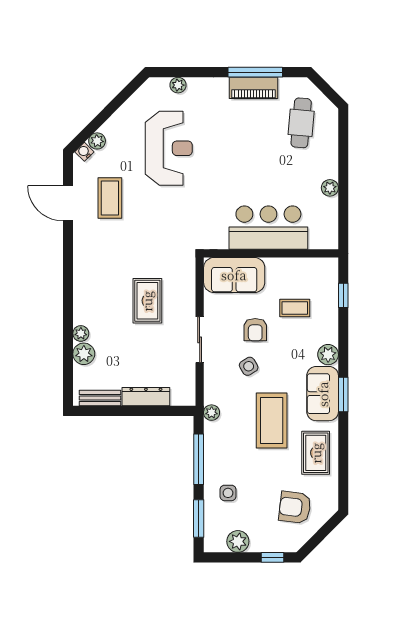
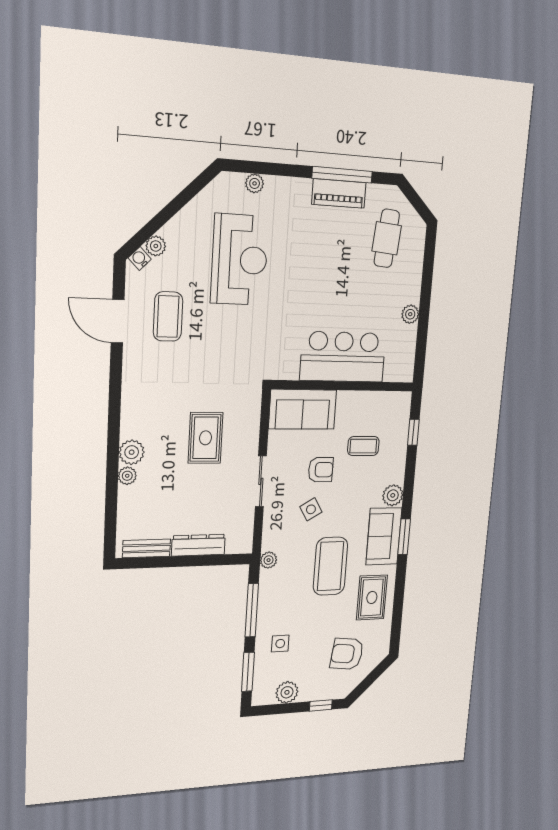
armchair: (255, 330) -> (321, 470), turned -90
plant: (84, 354) -> (132, 452), moved

